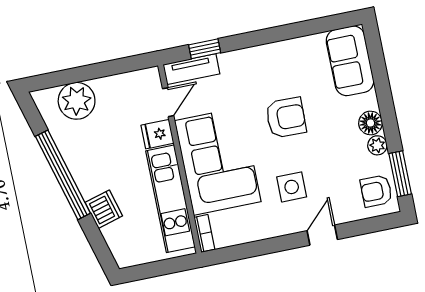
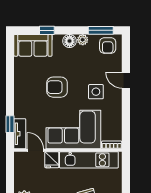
window: (381, 80) -> (47, 30), added
armchair: (286, 118) -> (57, 87), turned -91

